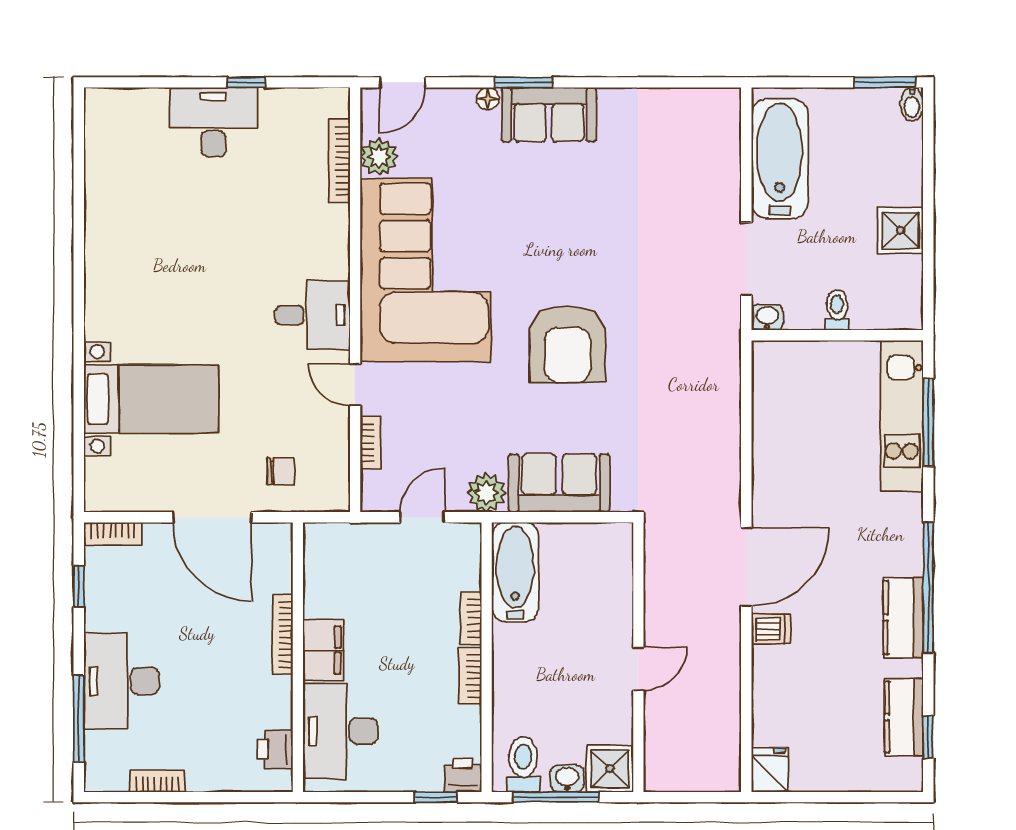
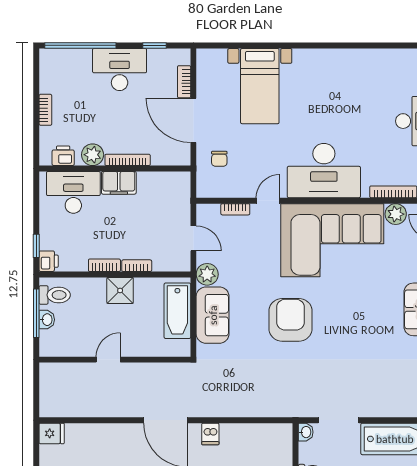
desk: (313, 315) -> (324, 171), width x1.87, depth x1.30
armchair: (567, 344) -> (291, 320), turned 90
door: (212, 517) -> (193, 120), hinge flipped
bookcase: (113, 534) -> (184, 82), moved
bathtub: (515, 572) -> (177, 311), moved, turned 90
dishwasher: (771, 629) -> (210, 434), moved
door: (638, 669) -> (108, 360), swing flipped
desk: (121, 681) -> (120, 69), moved
plant: (273, 697) -> (93, 155), added
window: (79, 719) -> (80, 45), width x1.46
shower: (610, 769) -> (120, 290), moved
bookcase: (157, 781) -> (45, 110), moved

